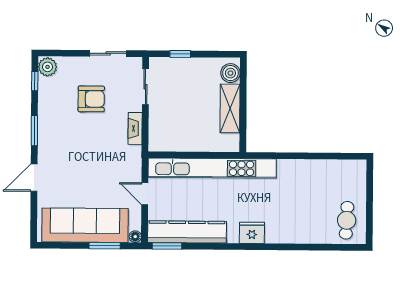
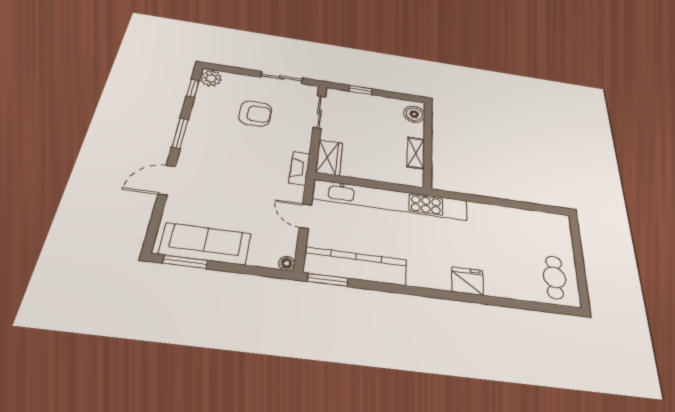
shelving: (230, 108) -> (416, 153), width x0.67, depth x0.75
fireplace: (135, 128) -> (299, 168), moved
wardrobe: (158, 134) -> (329, 158), added
sofa: (85, 225) -> (205, 244), width x0.74, depth x0.79
fridge: (252, 233) -> (467, 281), moved
window: (105, 246) -> (185, 262), moved

